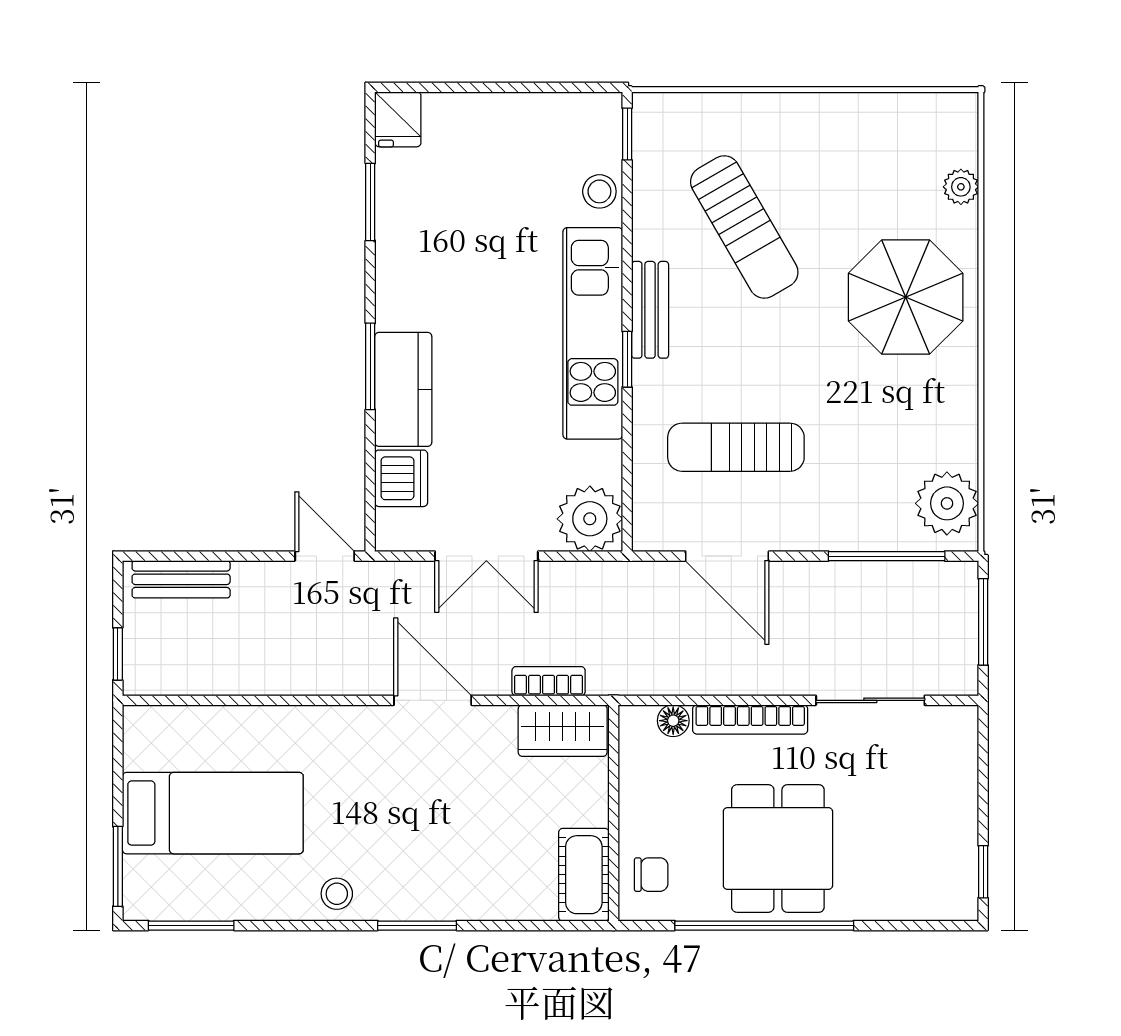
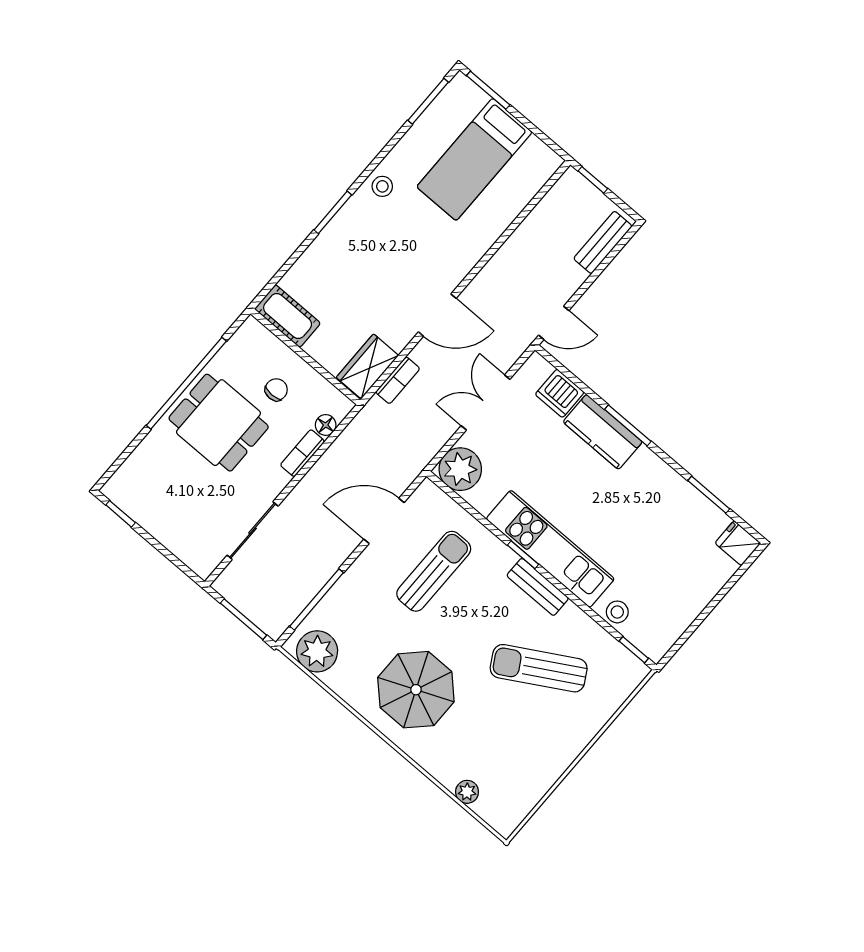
parasol: (906, 297) -> (416, 690), moved
bookcase: (750, 719) -> (302, 453), width x0.64
chair: (651, 875) -> (276, 390), moved, turned 180

